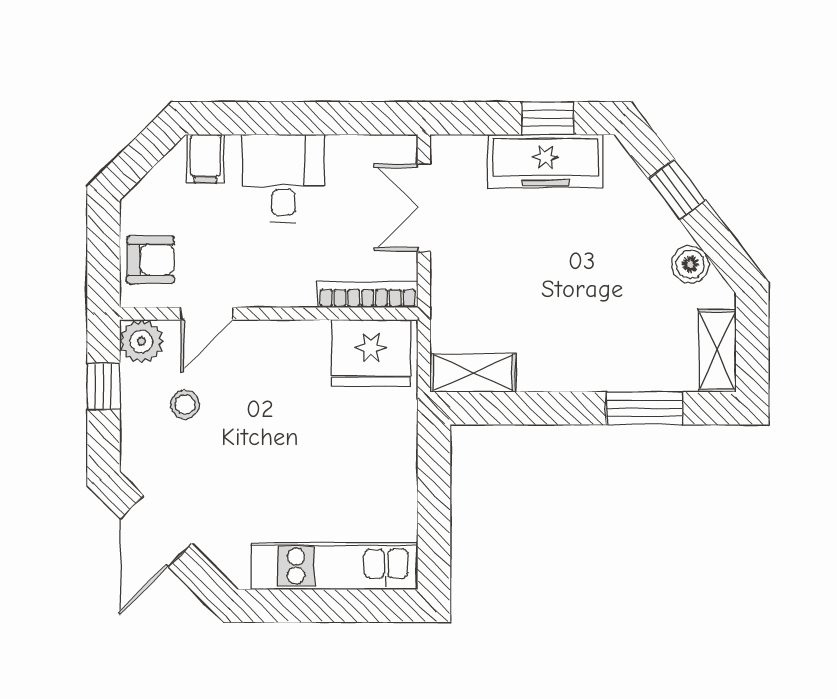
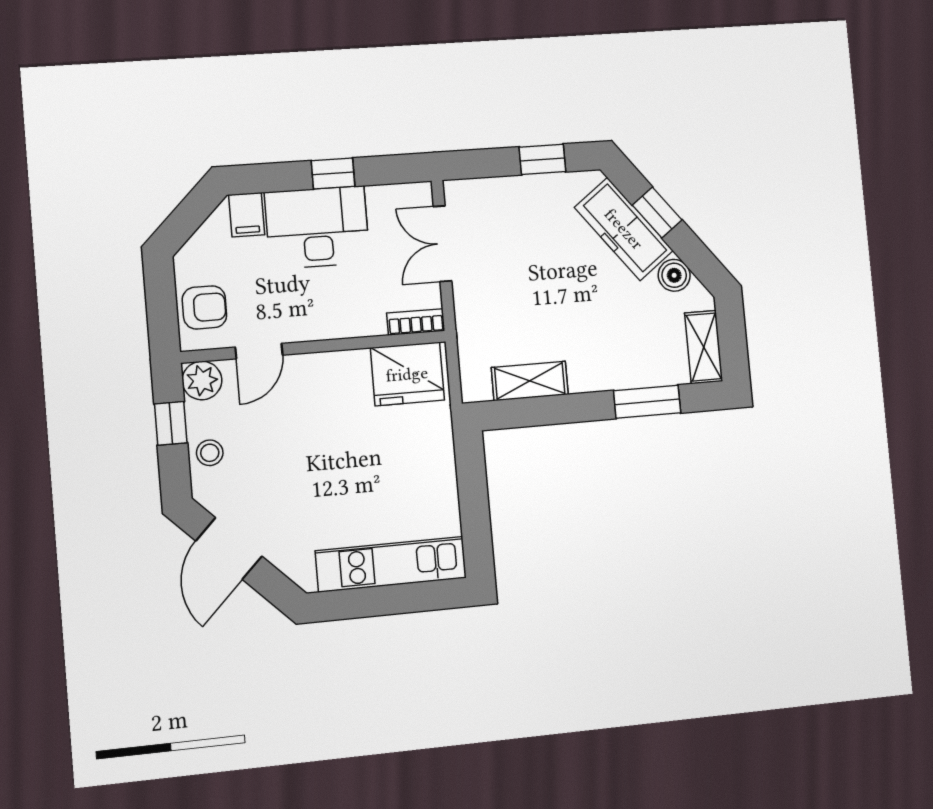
window: (306, 118) -> (333, 173), added
freezer: (546, 161) -> (624, 229), moved, turned 53
desk: (283, 179) -> (317, 227), width x1.37
bookcase: (368, 295) -> (416, 322), width x0.64
shelving: (473, 373) -> (530, 381), moved
stool: (185, 404) -> (210, 453), moved

